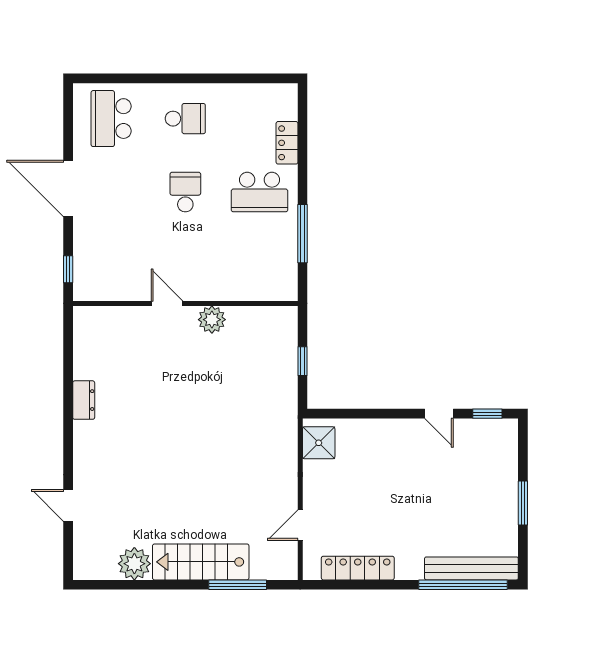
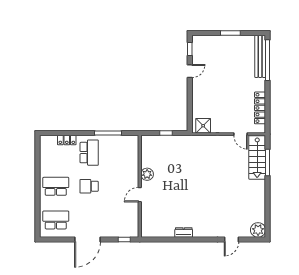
school desk: (111, 119) -> (56, 220), turned 180
school desk: (185, 119) -> (56, 186), width x1.85
stairs: (201, 562) -> (257, 157), moved
plant: (134, 564) -> (258, 230), moved

